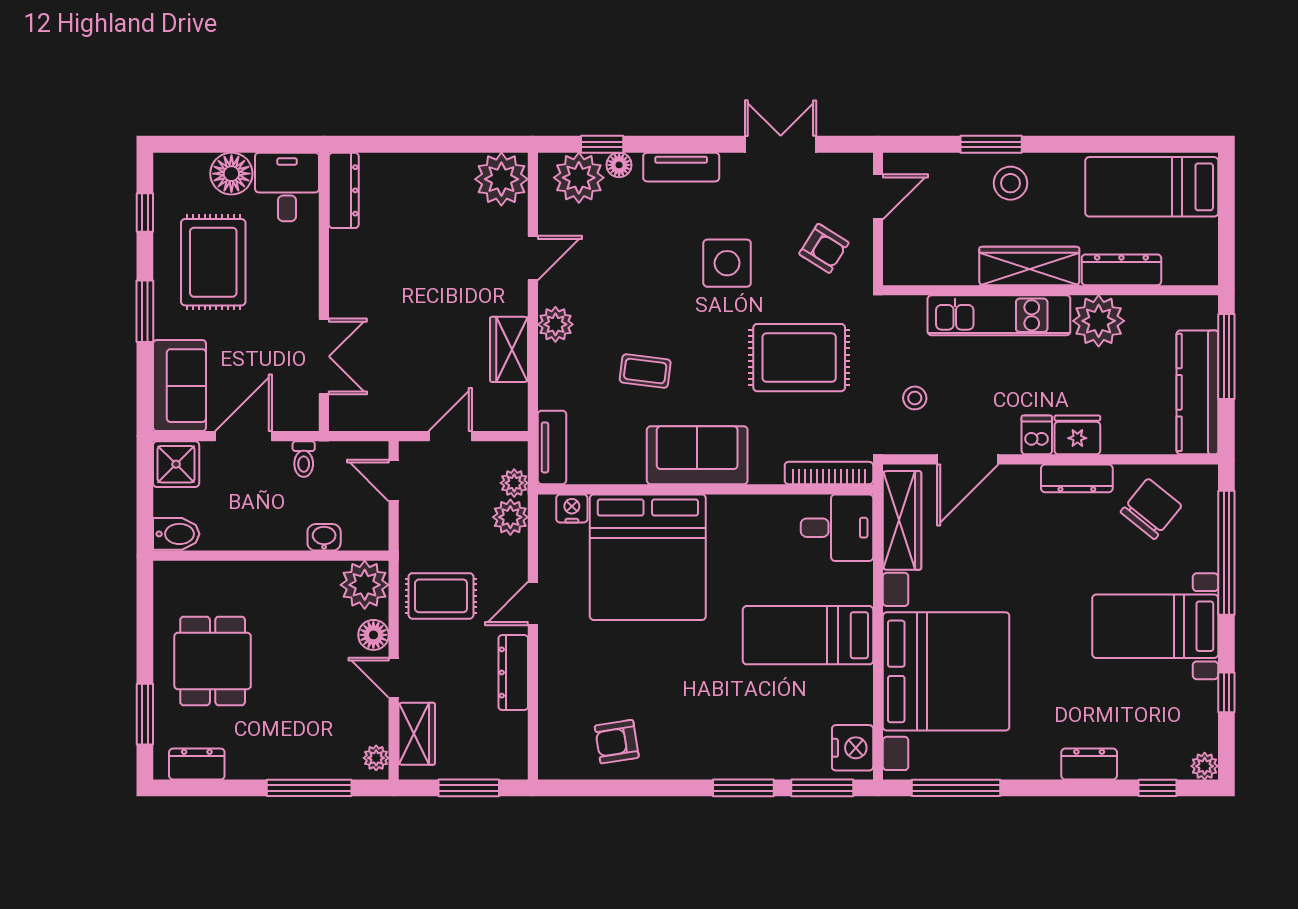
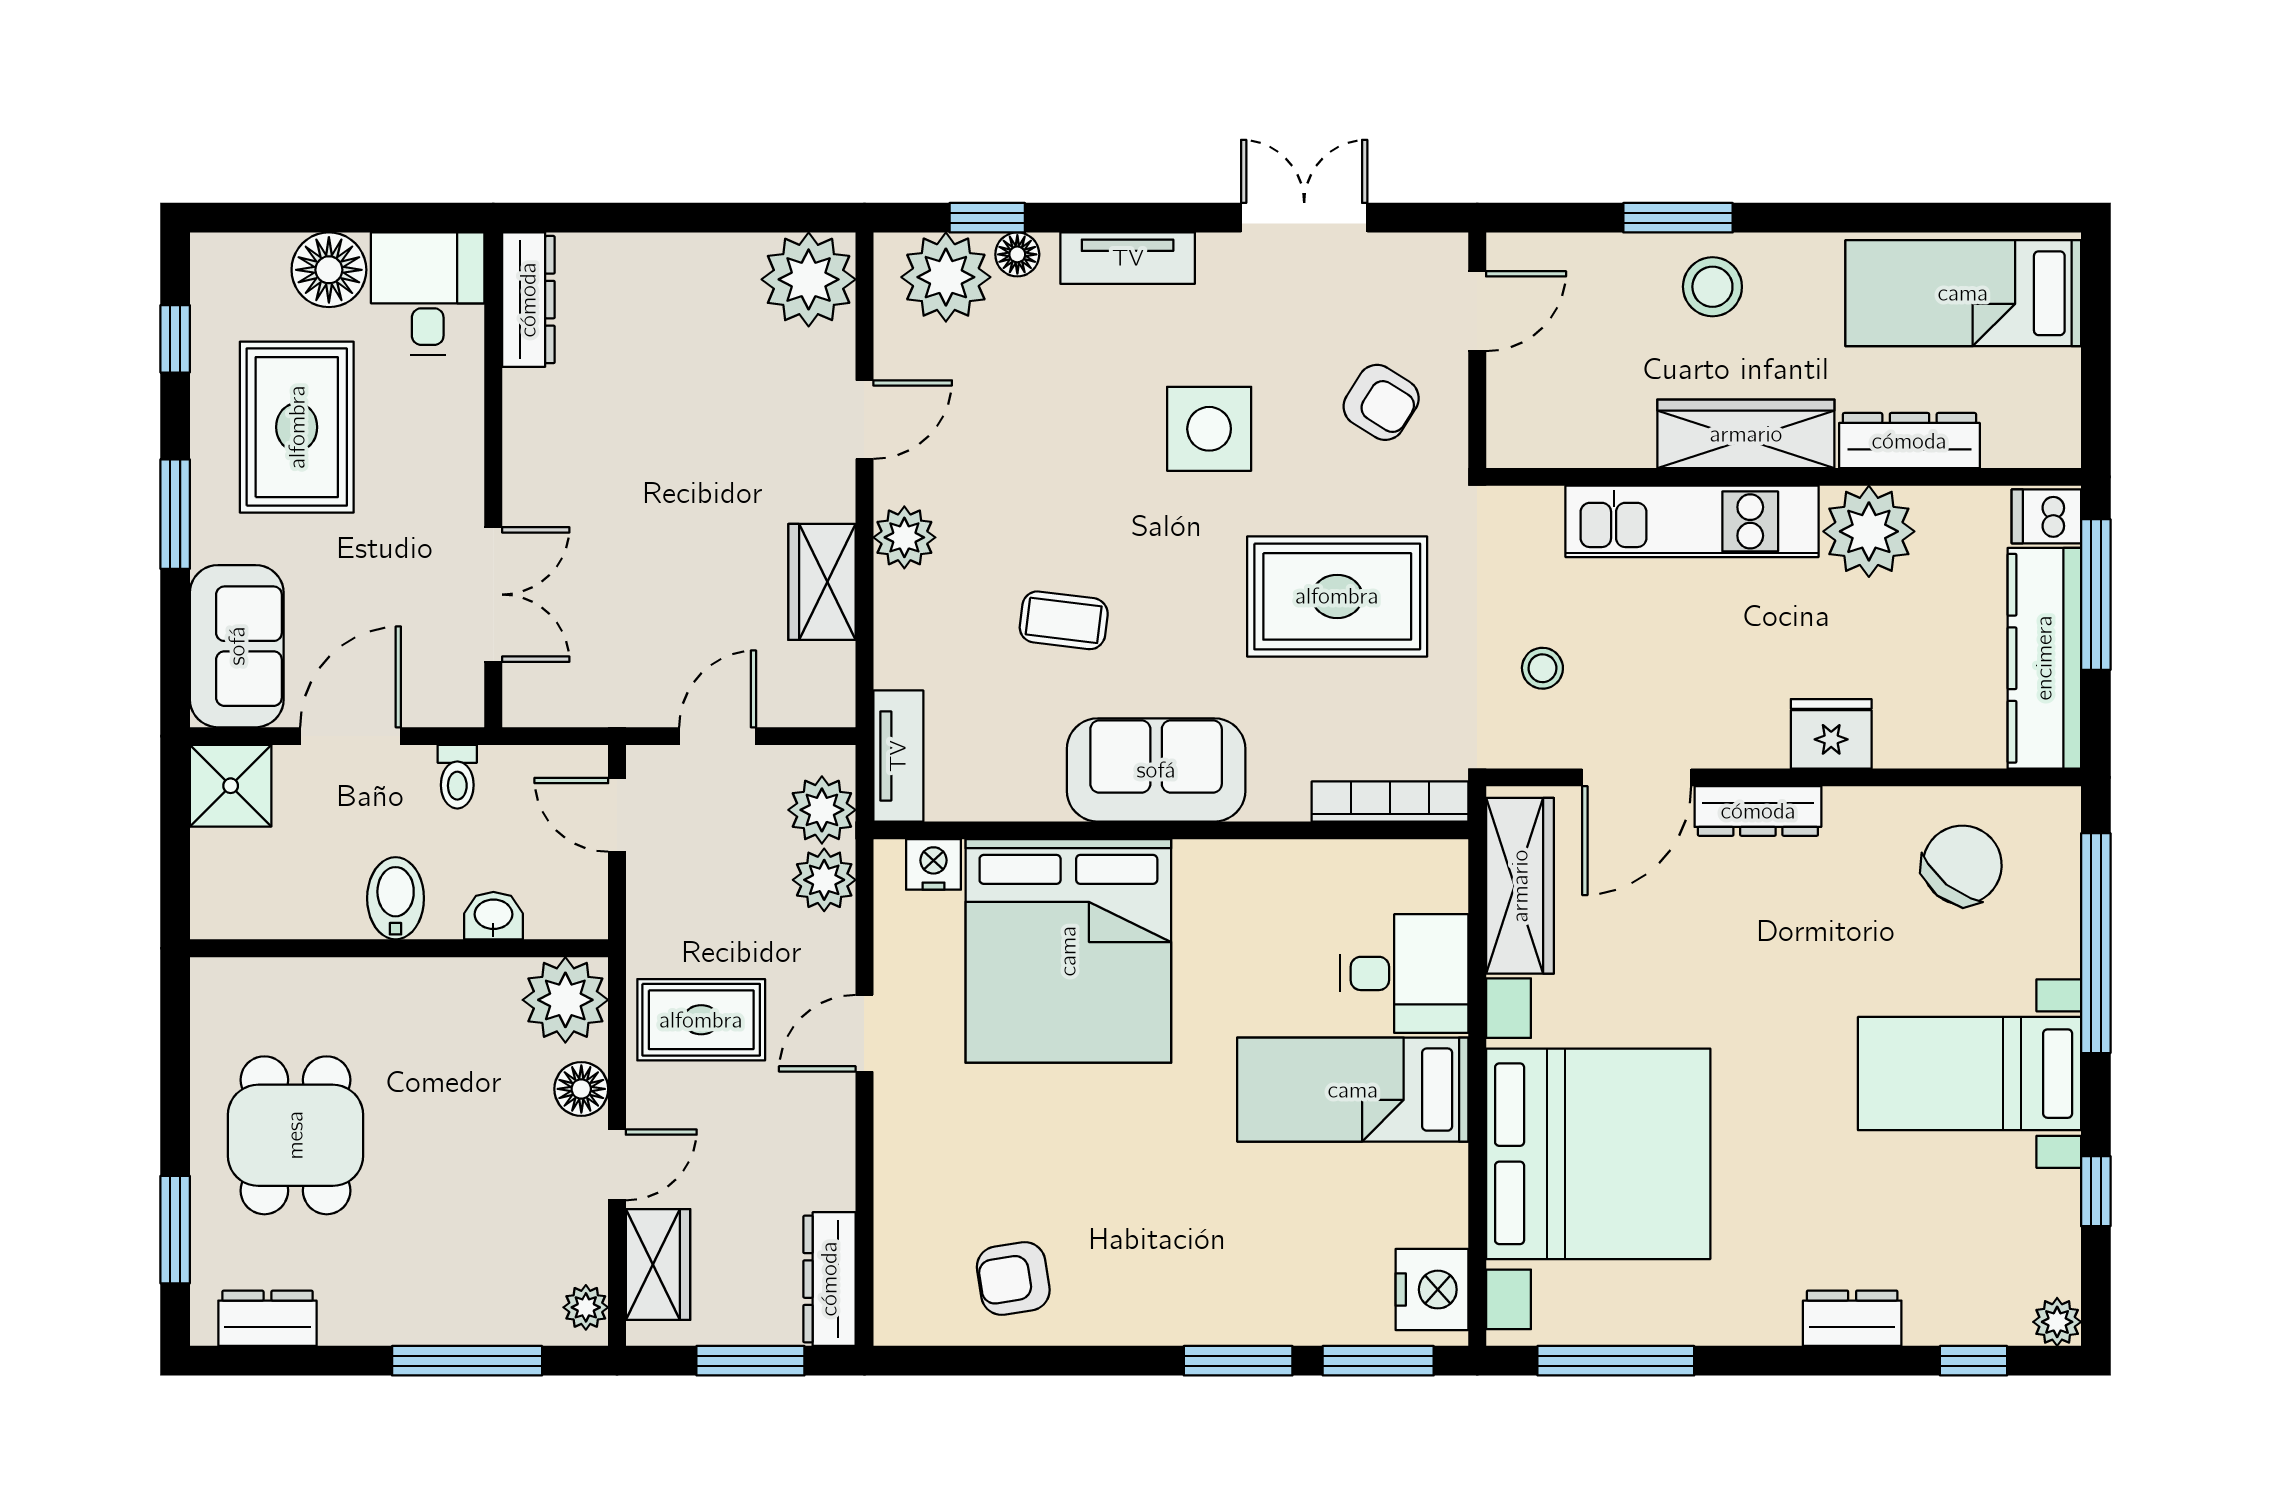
dishwasher: (1037, 435) -> (2046, 516), moved, turned -90
dresser: (1077, 478) -> (1758, 811), moved
plant: (514, 483) -> (822, 810), width x1.38, depth x1.38
desk: (837, 528) -> (1404, 973), moved
bidet: (176, 534) -> (396, 898), moved, turned -90
dresser: (513, 673) -> (829, 1279), moved
door: (394, 678) -> (617, 1165), swing flipped

